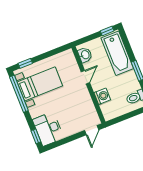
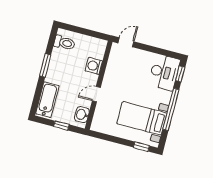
window: (107, 31) -> (61, 126), moved
bathtub: (117, 53) -> (47, 100), width x0.73, depth x0.73
window: (19, 94) -> (171, 109), moved

